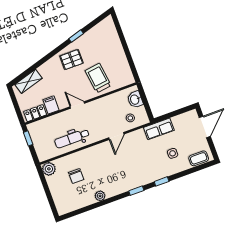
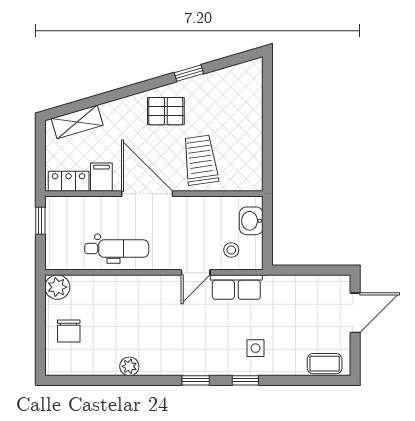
door: (77, 105) -> (147, 194), width x1.87
row of seats: (159, 129) -> (236, 287), moved
dental chair: (72, 138) -> (117, 249), turned 180
side table: (173, 153) -> (255, 348), moved
chair: (76, 176) -> (69, 331), moved

